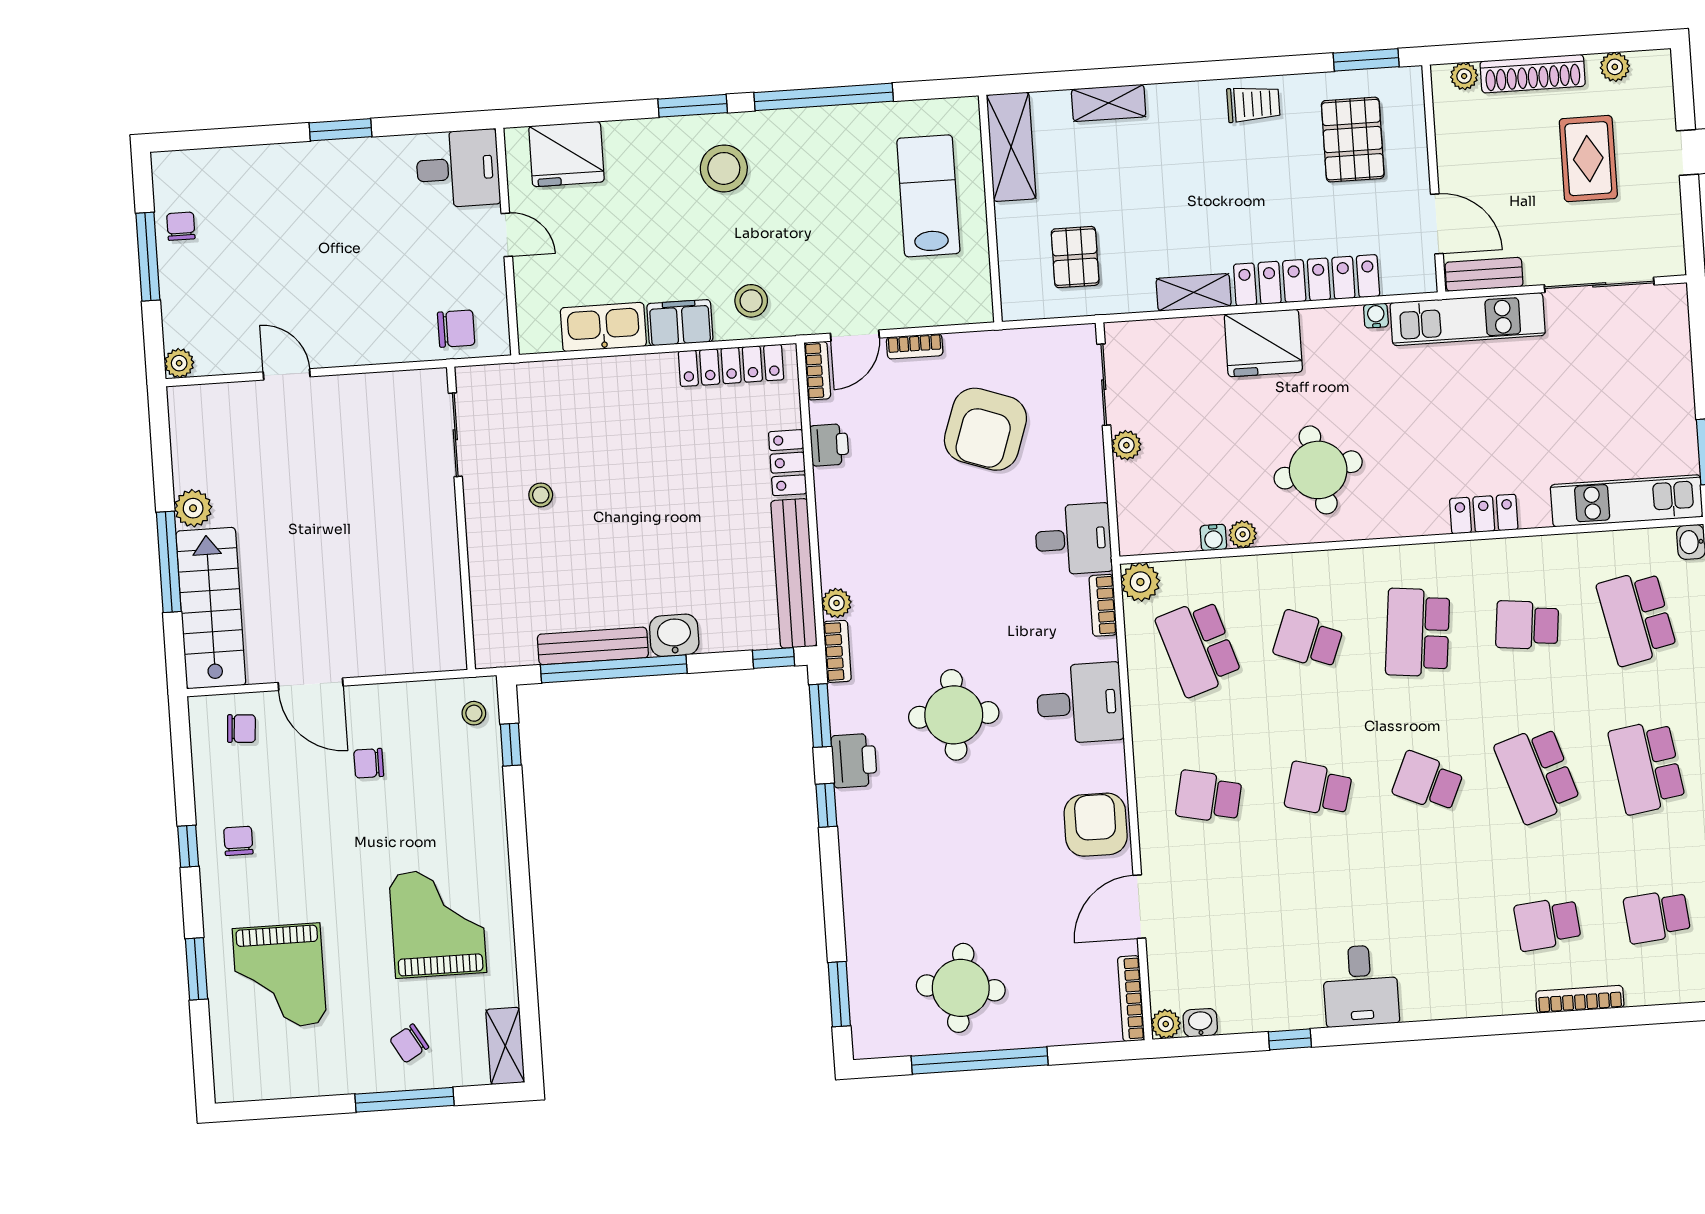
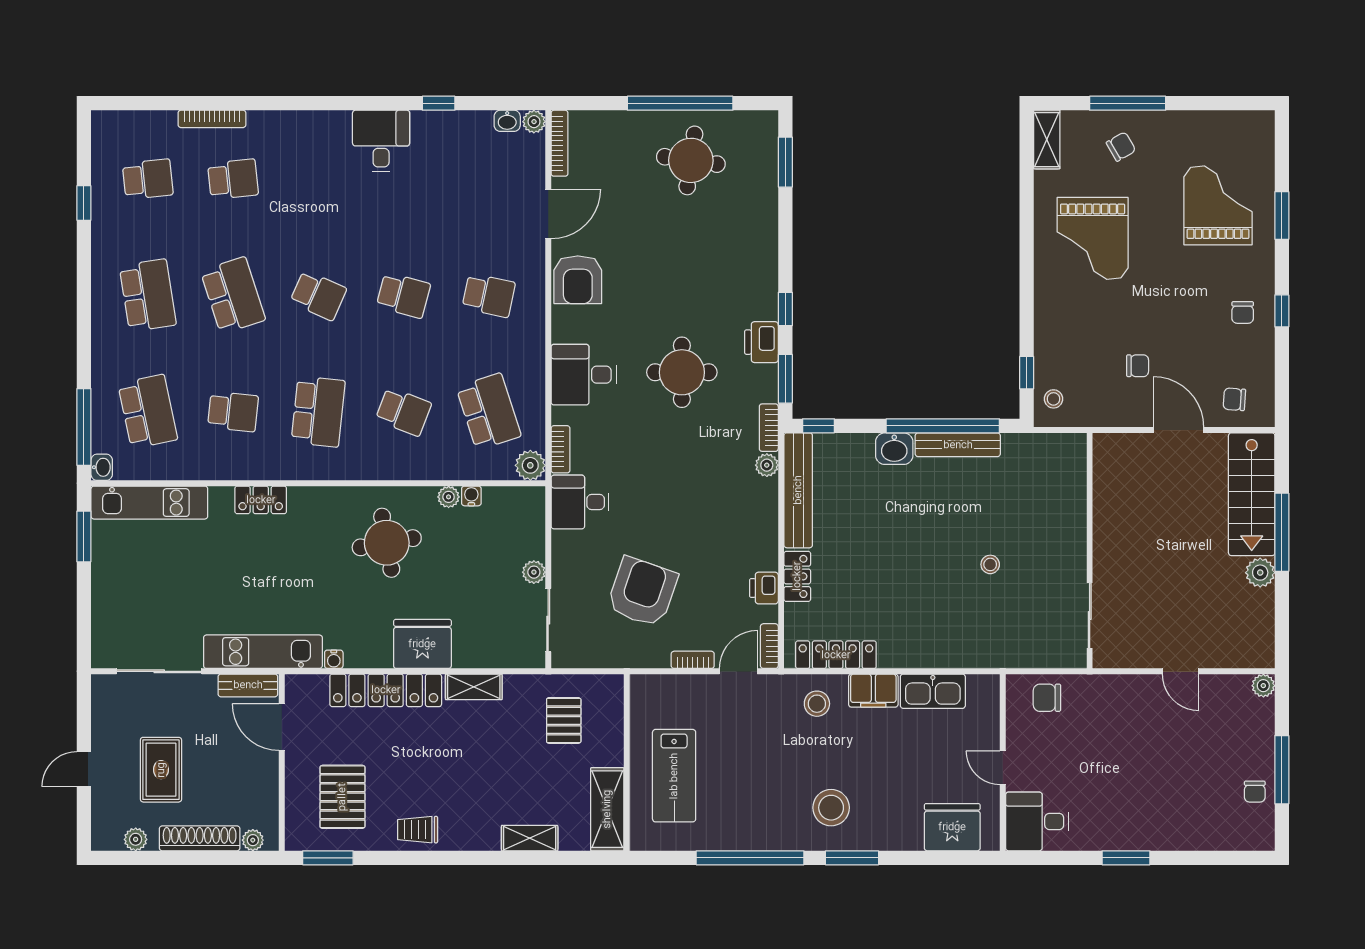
sliding door: (455, 435) -> (1090, 616), moved
wall: (461, 518) -> (1090, 551), moved

